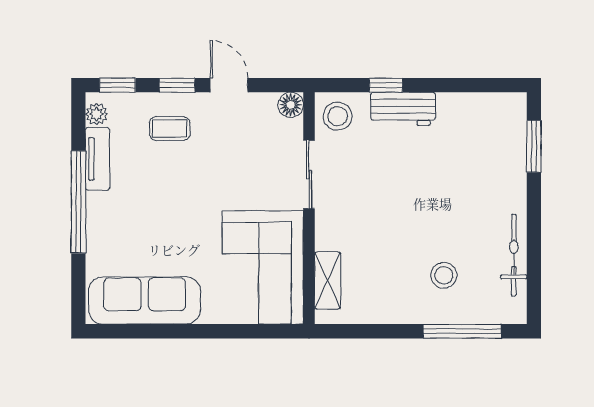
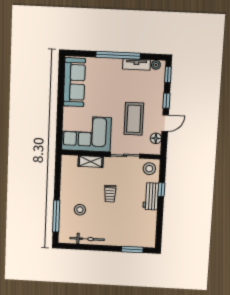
floor lamp: (291, 105) -> (156, 138), moved
coffee table: (170, 129) -> (134, 119), moved, width x1.86, depth x1.72
trolley: (402, 206) -> (110, 194), added
shelving: (328, 280) -> (91, 162), moved

